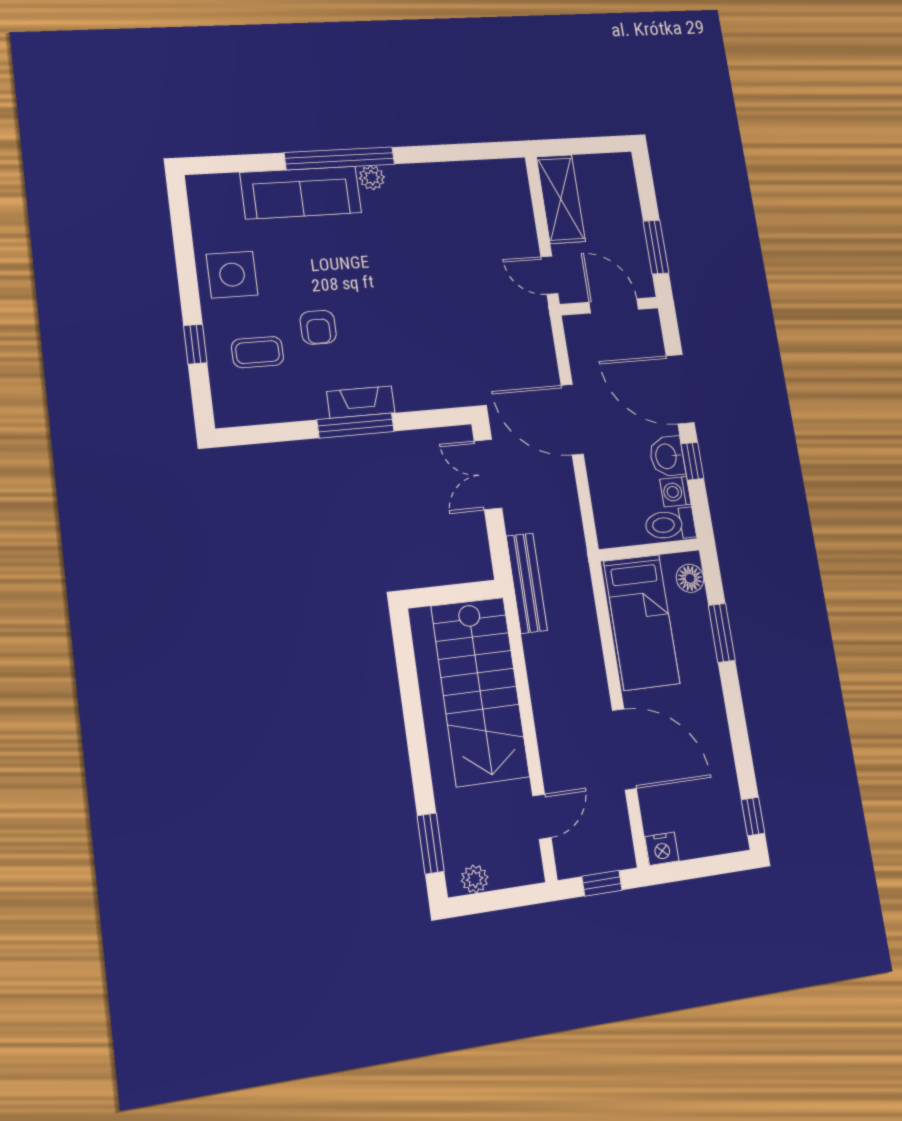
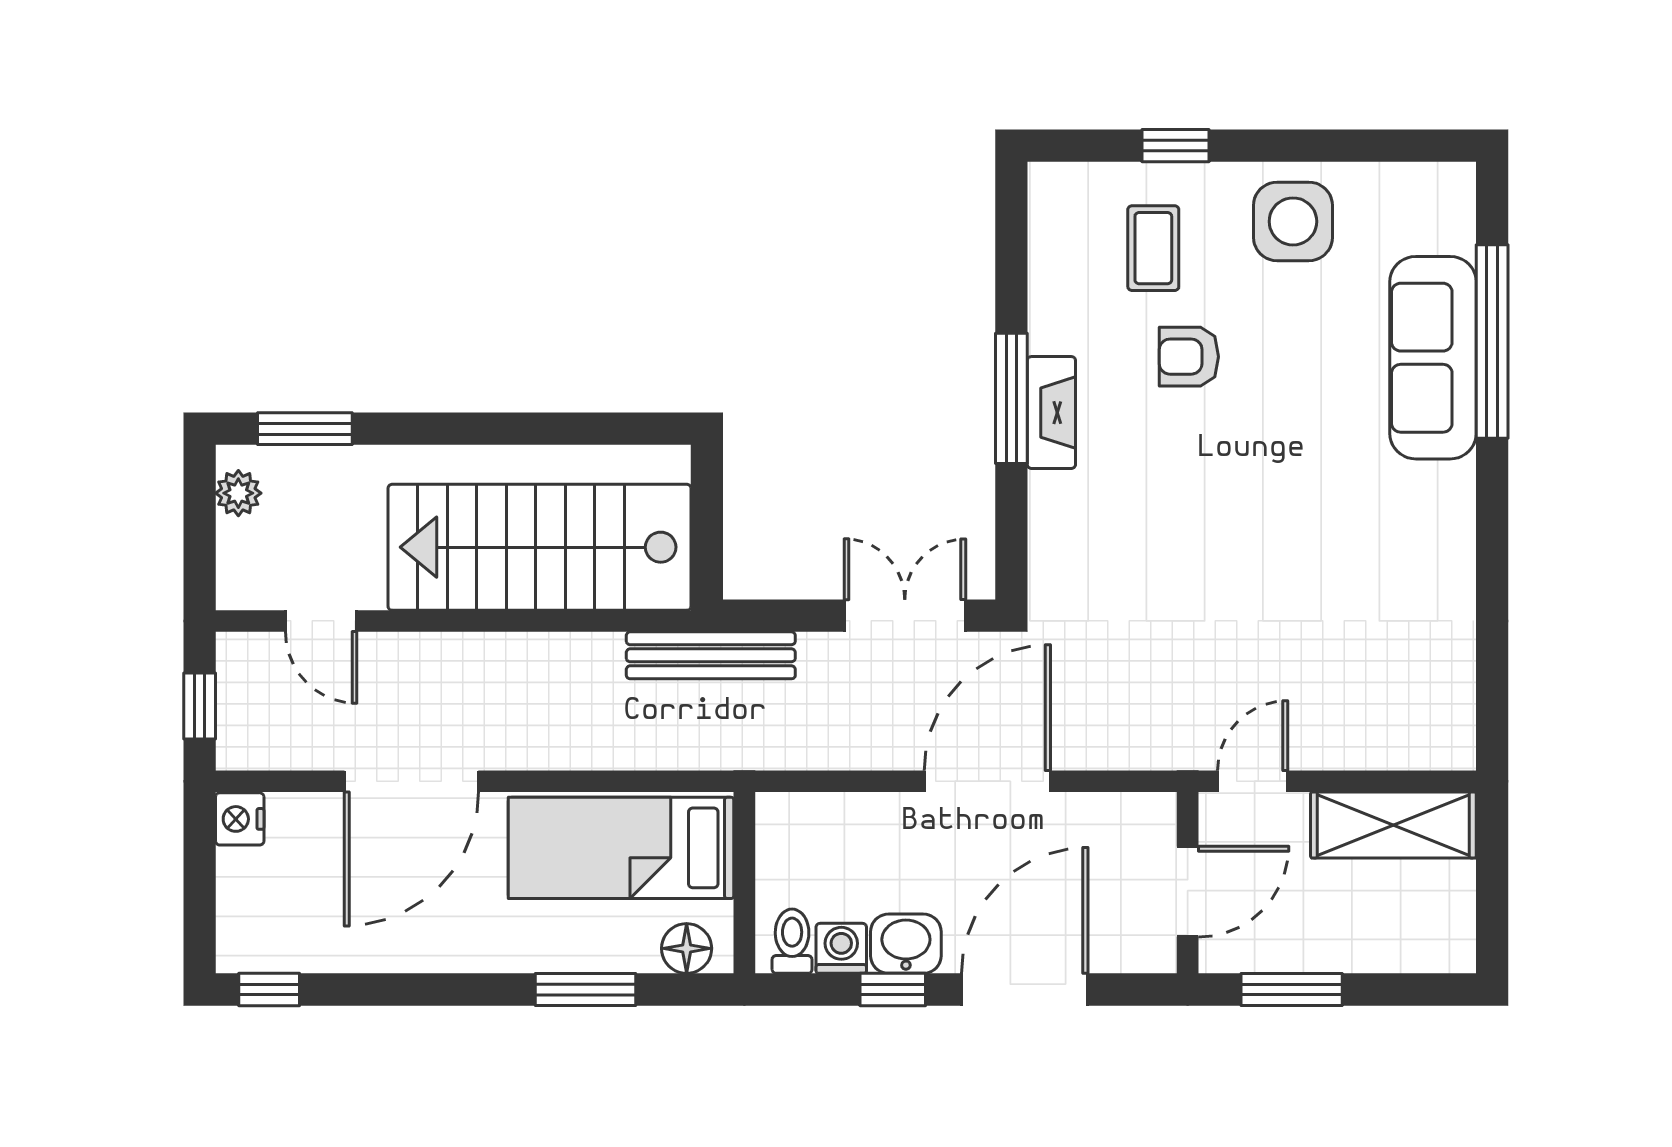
window: (340, 158) -> (1492, 342), moved
plant: (372, 178) -> (1453, 486), removed
toilet: (670, 524) -> (792, 941), width x0.73, depth x0.72

